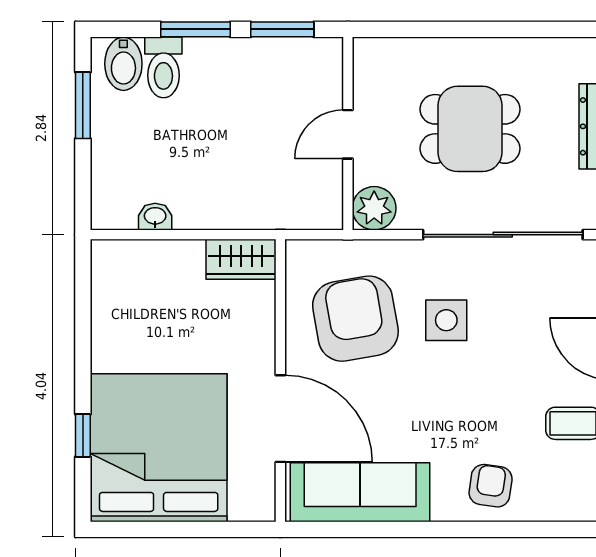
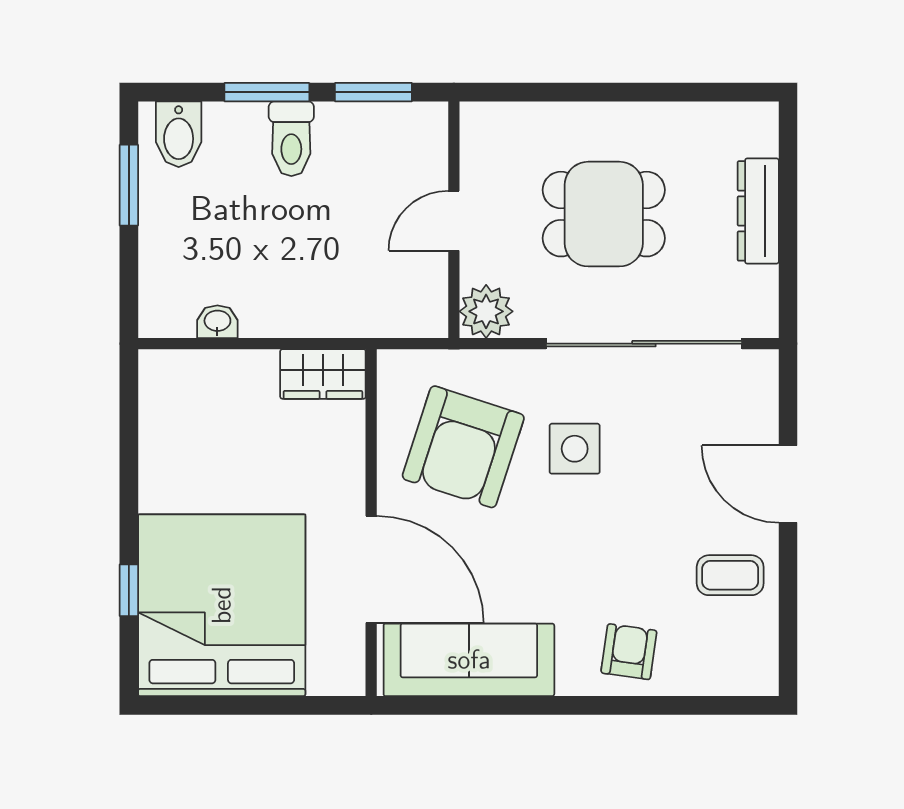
toilet: (163, 67) -> (291, 139), moved
armchair: (355, 319) -> (463, 447), turned -152

